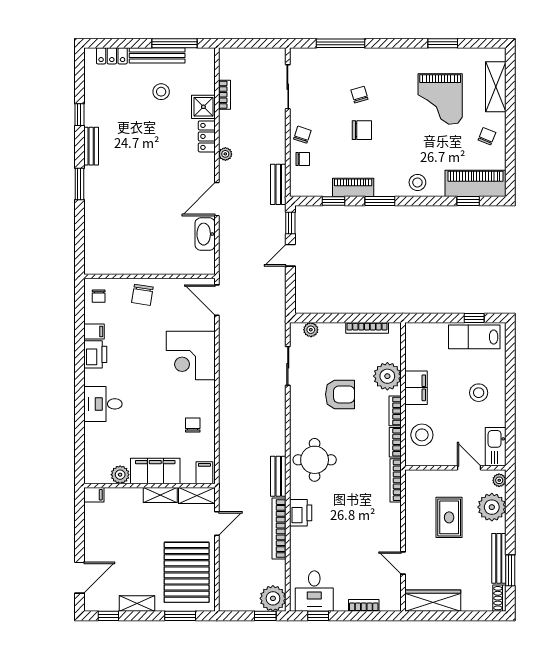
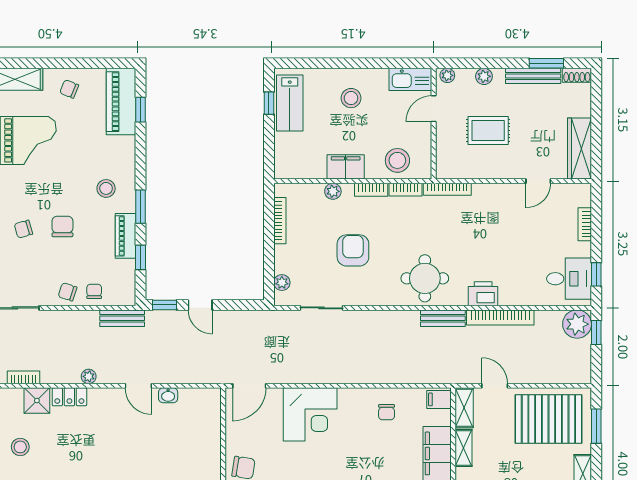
stool: (417, 182) -> (106, 188), moved
door: (217, 199) -> (138, 386), width x0.73
washbasin: (205, 234) -> (168, 395), width x0.52, depth x0.69
plant: (387, 376) -> (333, 191), width x0.53, depth x0.53
chair: (193, 425) -> (387, 412), turned -90
plant: (492, 507) -> (484, 76), width x0.53, depth x0.53

